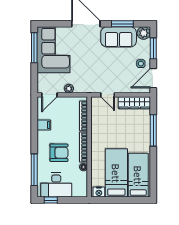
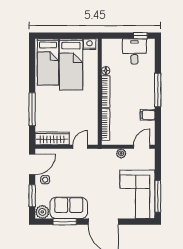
door: (108, 95) -> (80, 147), hinge flipped
armchair: (59, 153) -> (132, 86), removed
window: (34, 170) -> (158, 90), moved
desk: (56, 185) -> (134, 51), width x0.73

